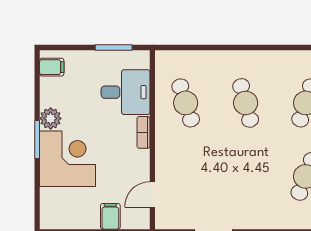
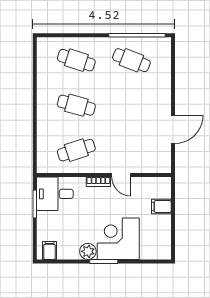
desk: (126, 92) -> (55, 194), moved, turned -90
cafe table: (246, 103) -> (76, 105), turned 30
door: (152, 194) -> (121, 175), moved

